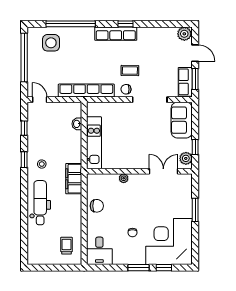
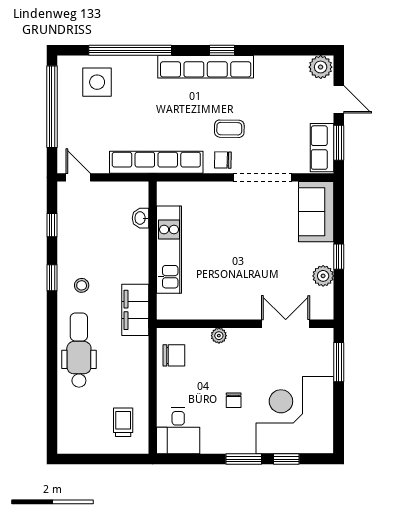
row of seats: (116, 34) -> (206, 67), width x1.36
wall: (139, 171) -> (245, 324), moved
double door: (163, 171) -> (286, 324), moved
plant: (124, 178) -> (219, 336), moved

